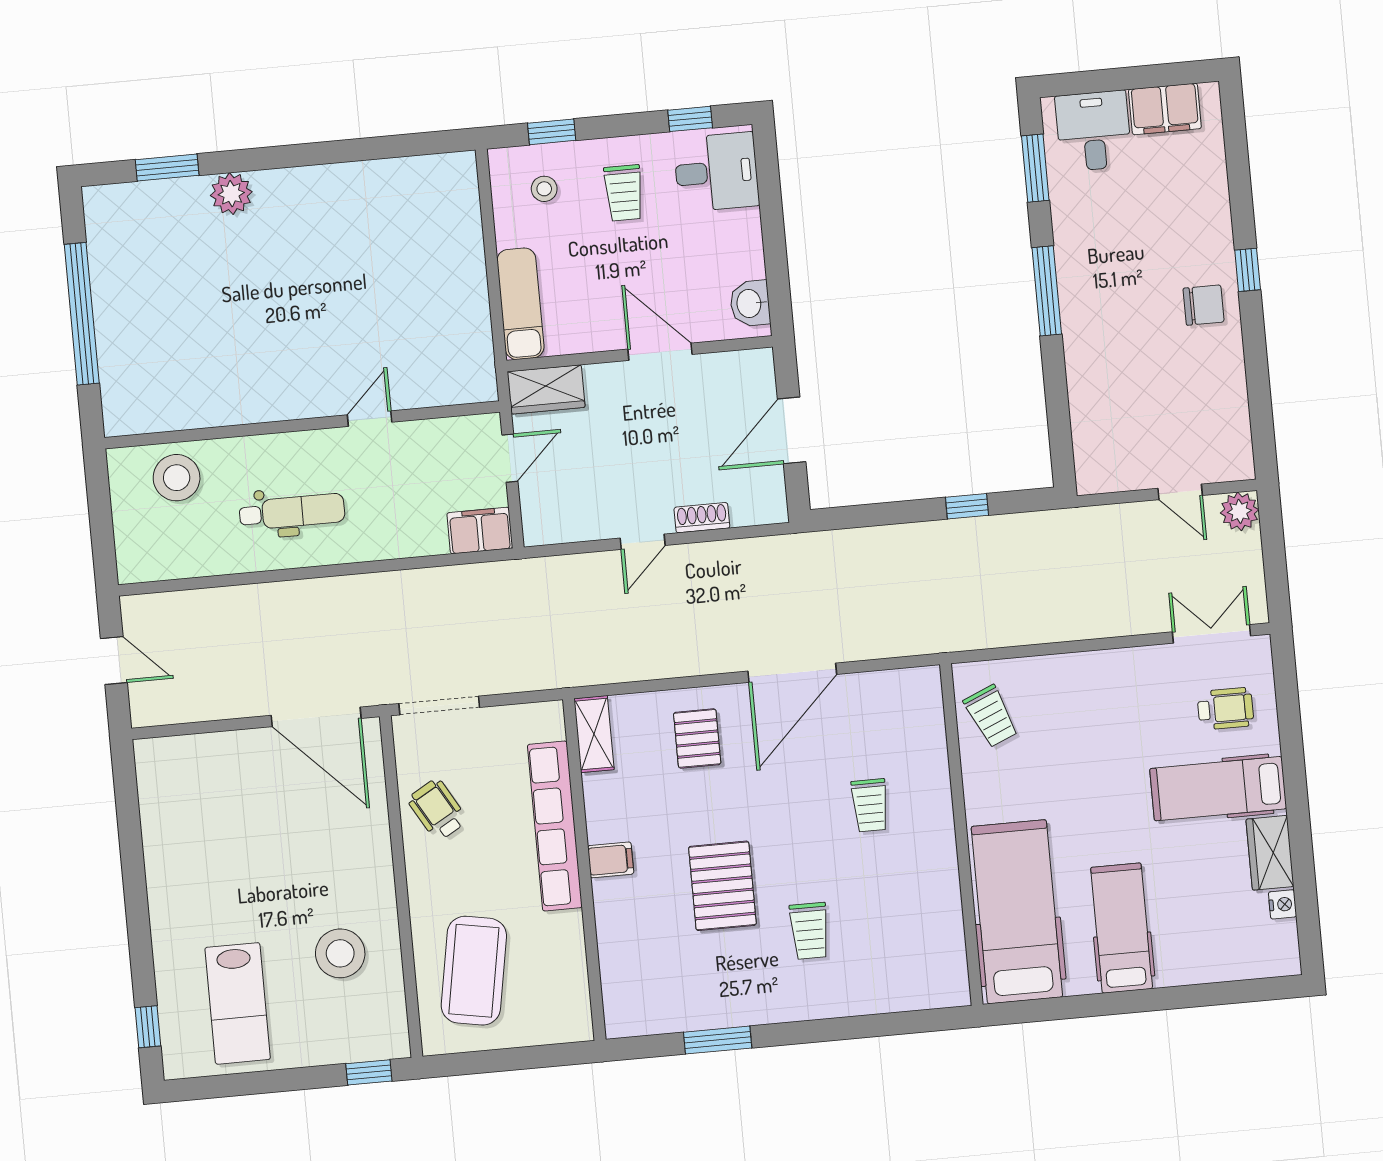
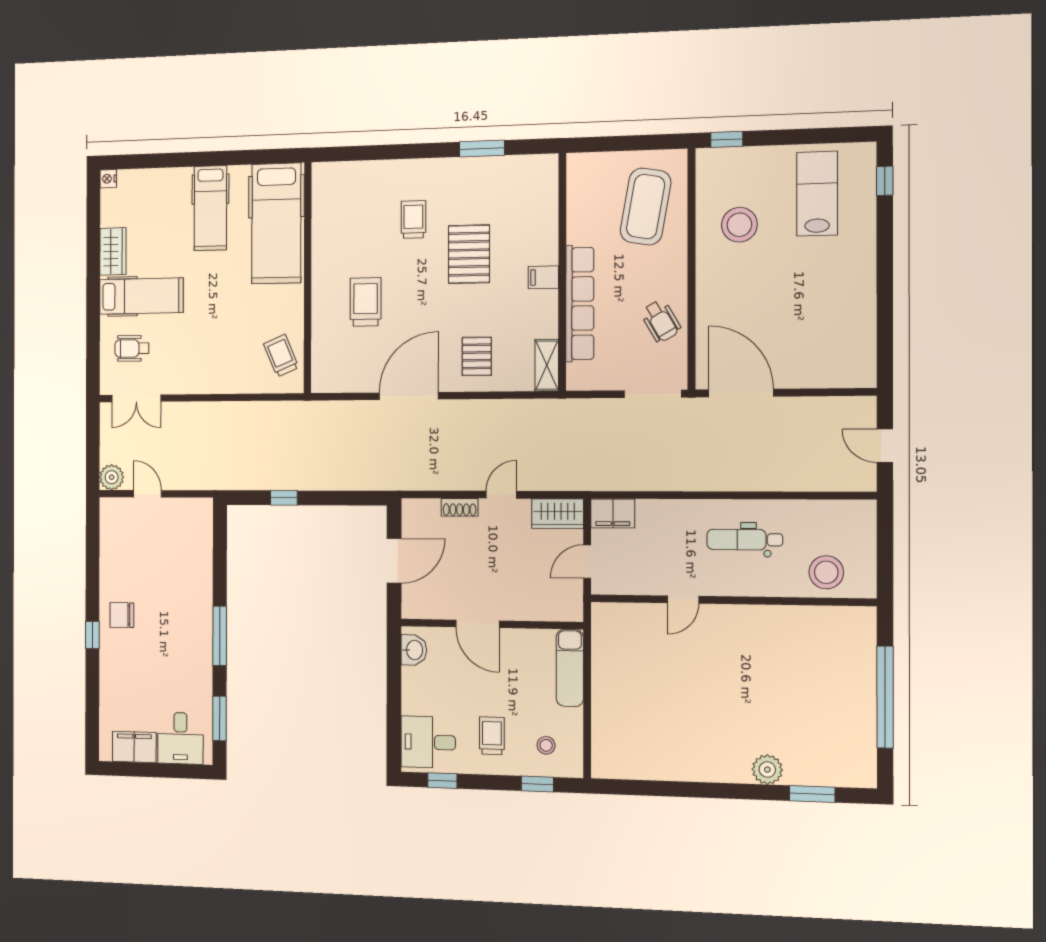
wardrobe: (546, 389) -> (558, 514), moved, turned 180
trolley: (870, 805) -> (366, 302), width x1.36, depth x1.39
nightstand: (1283, 904) -> (108, 179), moved

